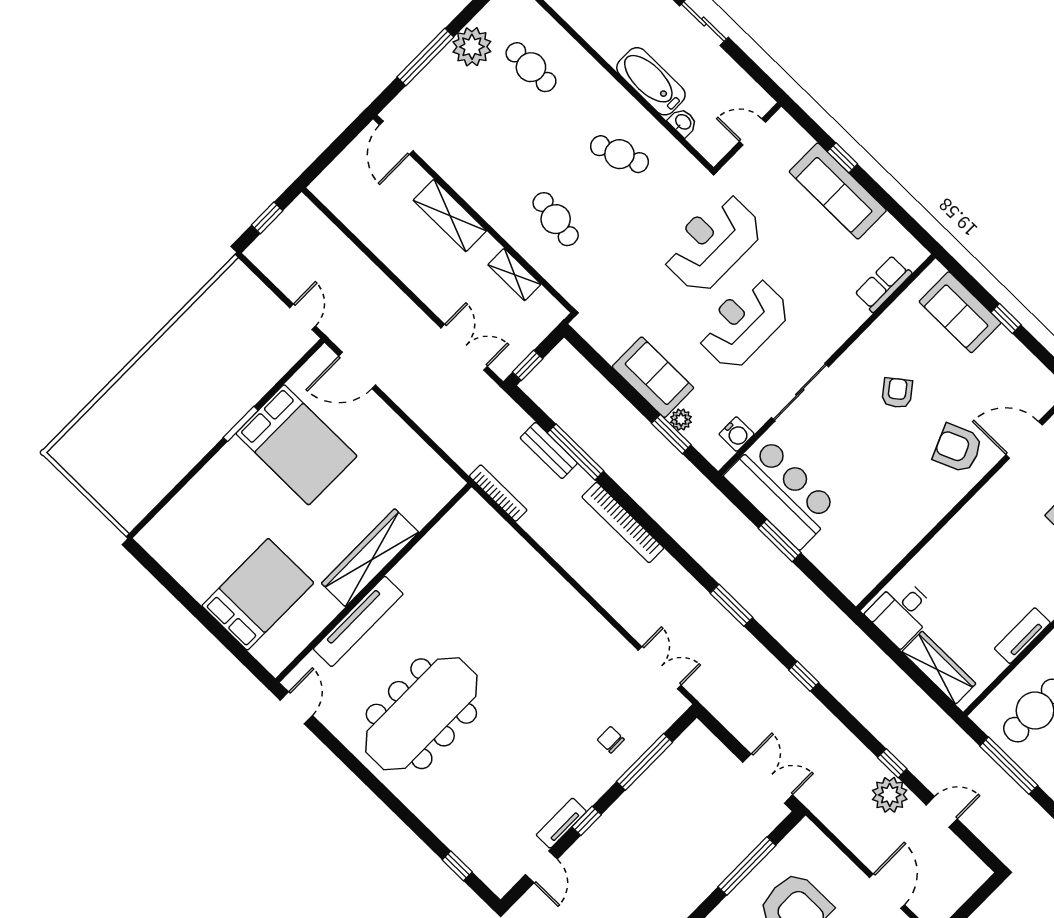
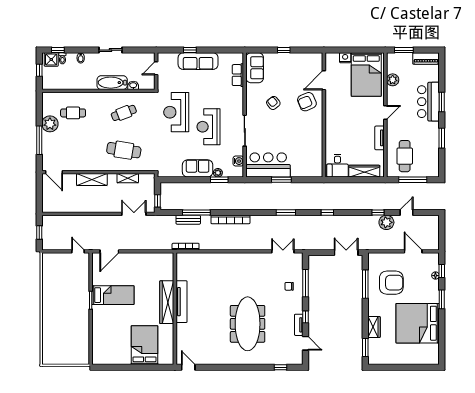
cafe table: (556, 219) -> (124, 150), width x1.37, depth x1.35
sofa: (960, 312) -> (255, 68), moved, turned -90
bed: (296, 445) -> (113, 295), width x0.67
tv unit: (358, 621) -> (182, 302), moved
meeting table: (421, 714) -> (248, 324), moved

